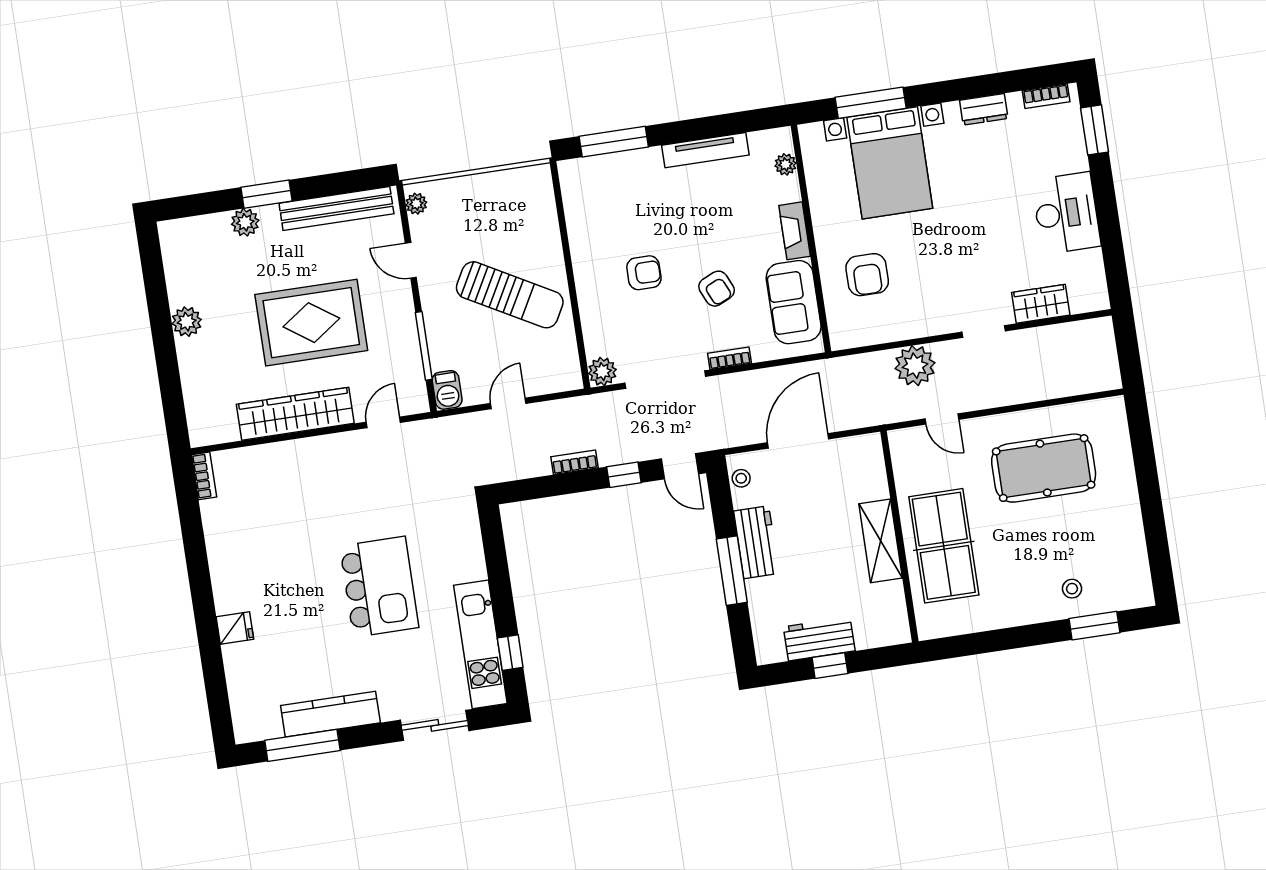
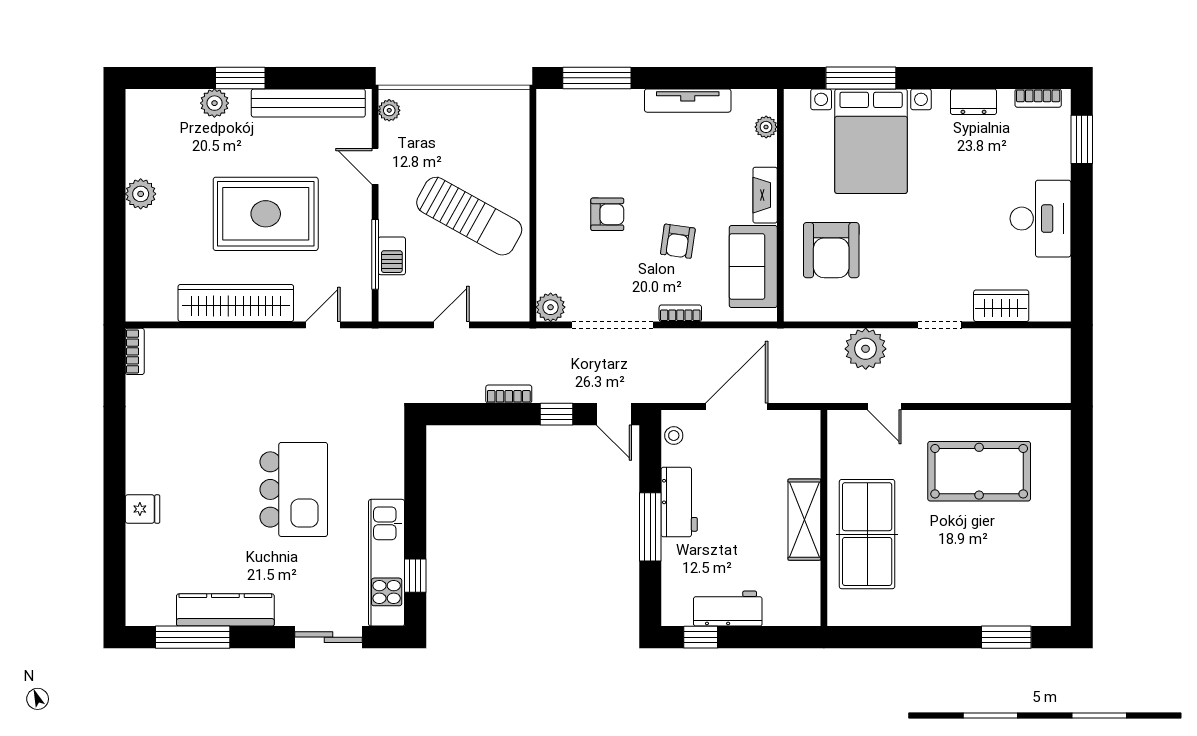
armchair: (867, 275) -> (831, 250), width x1.36, depth x1.36
armchair: (717, 289) -> (678, 241), turned 32
barbecue: (447, 390) -> (392, 256), moved
stool: (1072, 589) -> (989, 597), removed
window: (830, 666) -> (701, 637), moved

